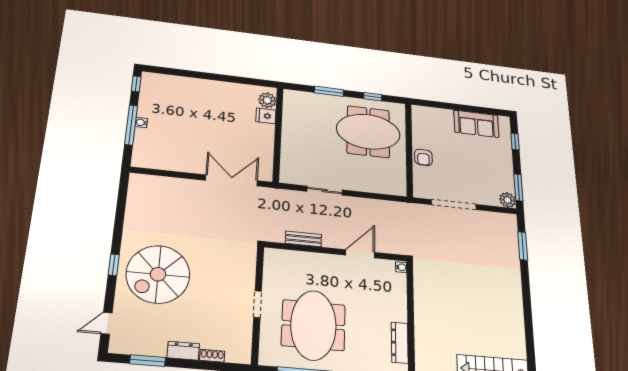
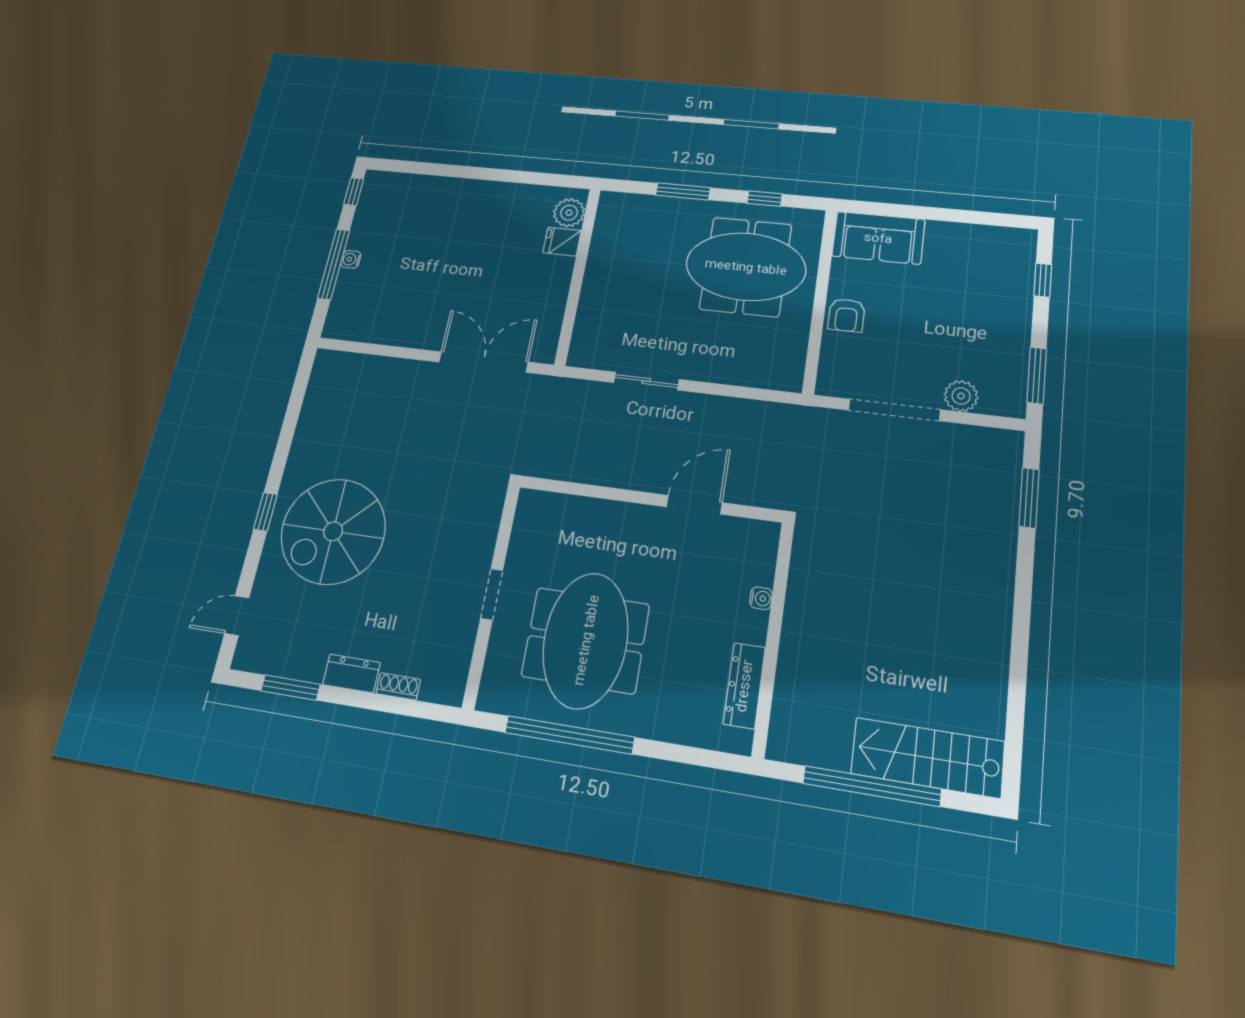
sofa: (476, 124) -> (878, 238), moved
plant: (507, 200) -> (961, 396), moved
bench: (303, 239) -> (593, 473), removed
water cooler: (401, 267) -> (761, 598), moved

